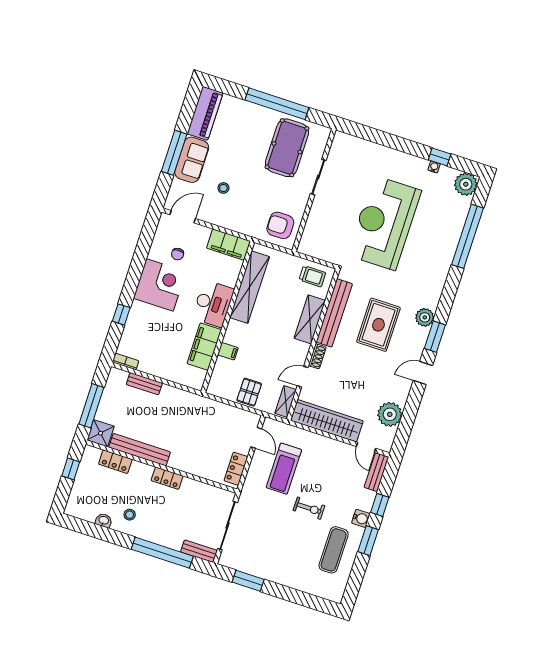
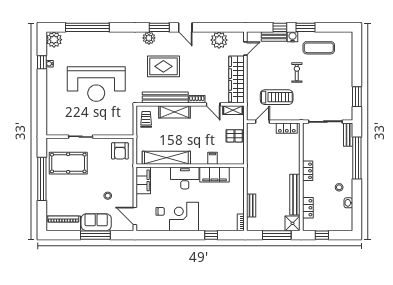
bench: (376, 472) -> (274, 36), moved

